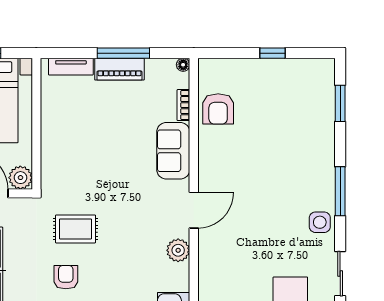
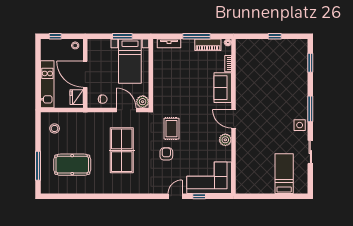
piano: (119, 69) -> (208, 45), moved
armchair: (218, 109) -> (246, 66), removed
door: (194, 210) -> (233, 119), swing flipped
rug: (76, 229) -> (171, 129), turned 90

